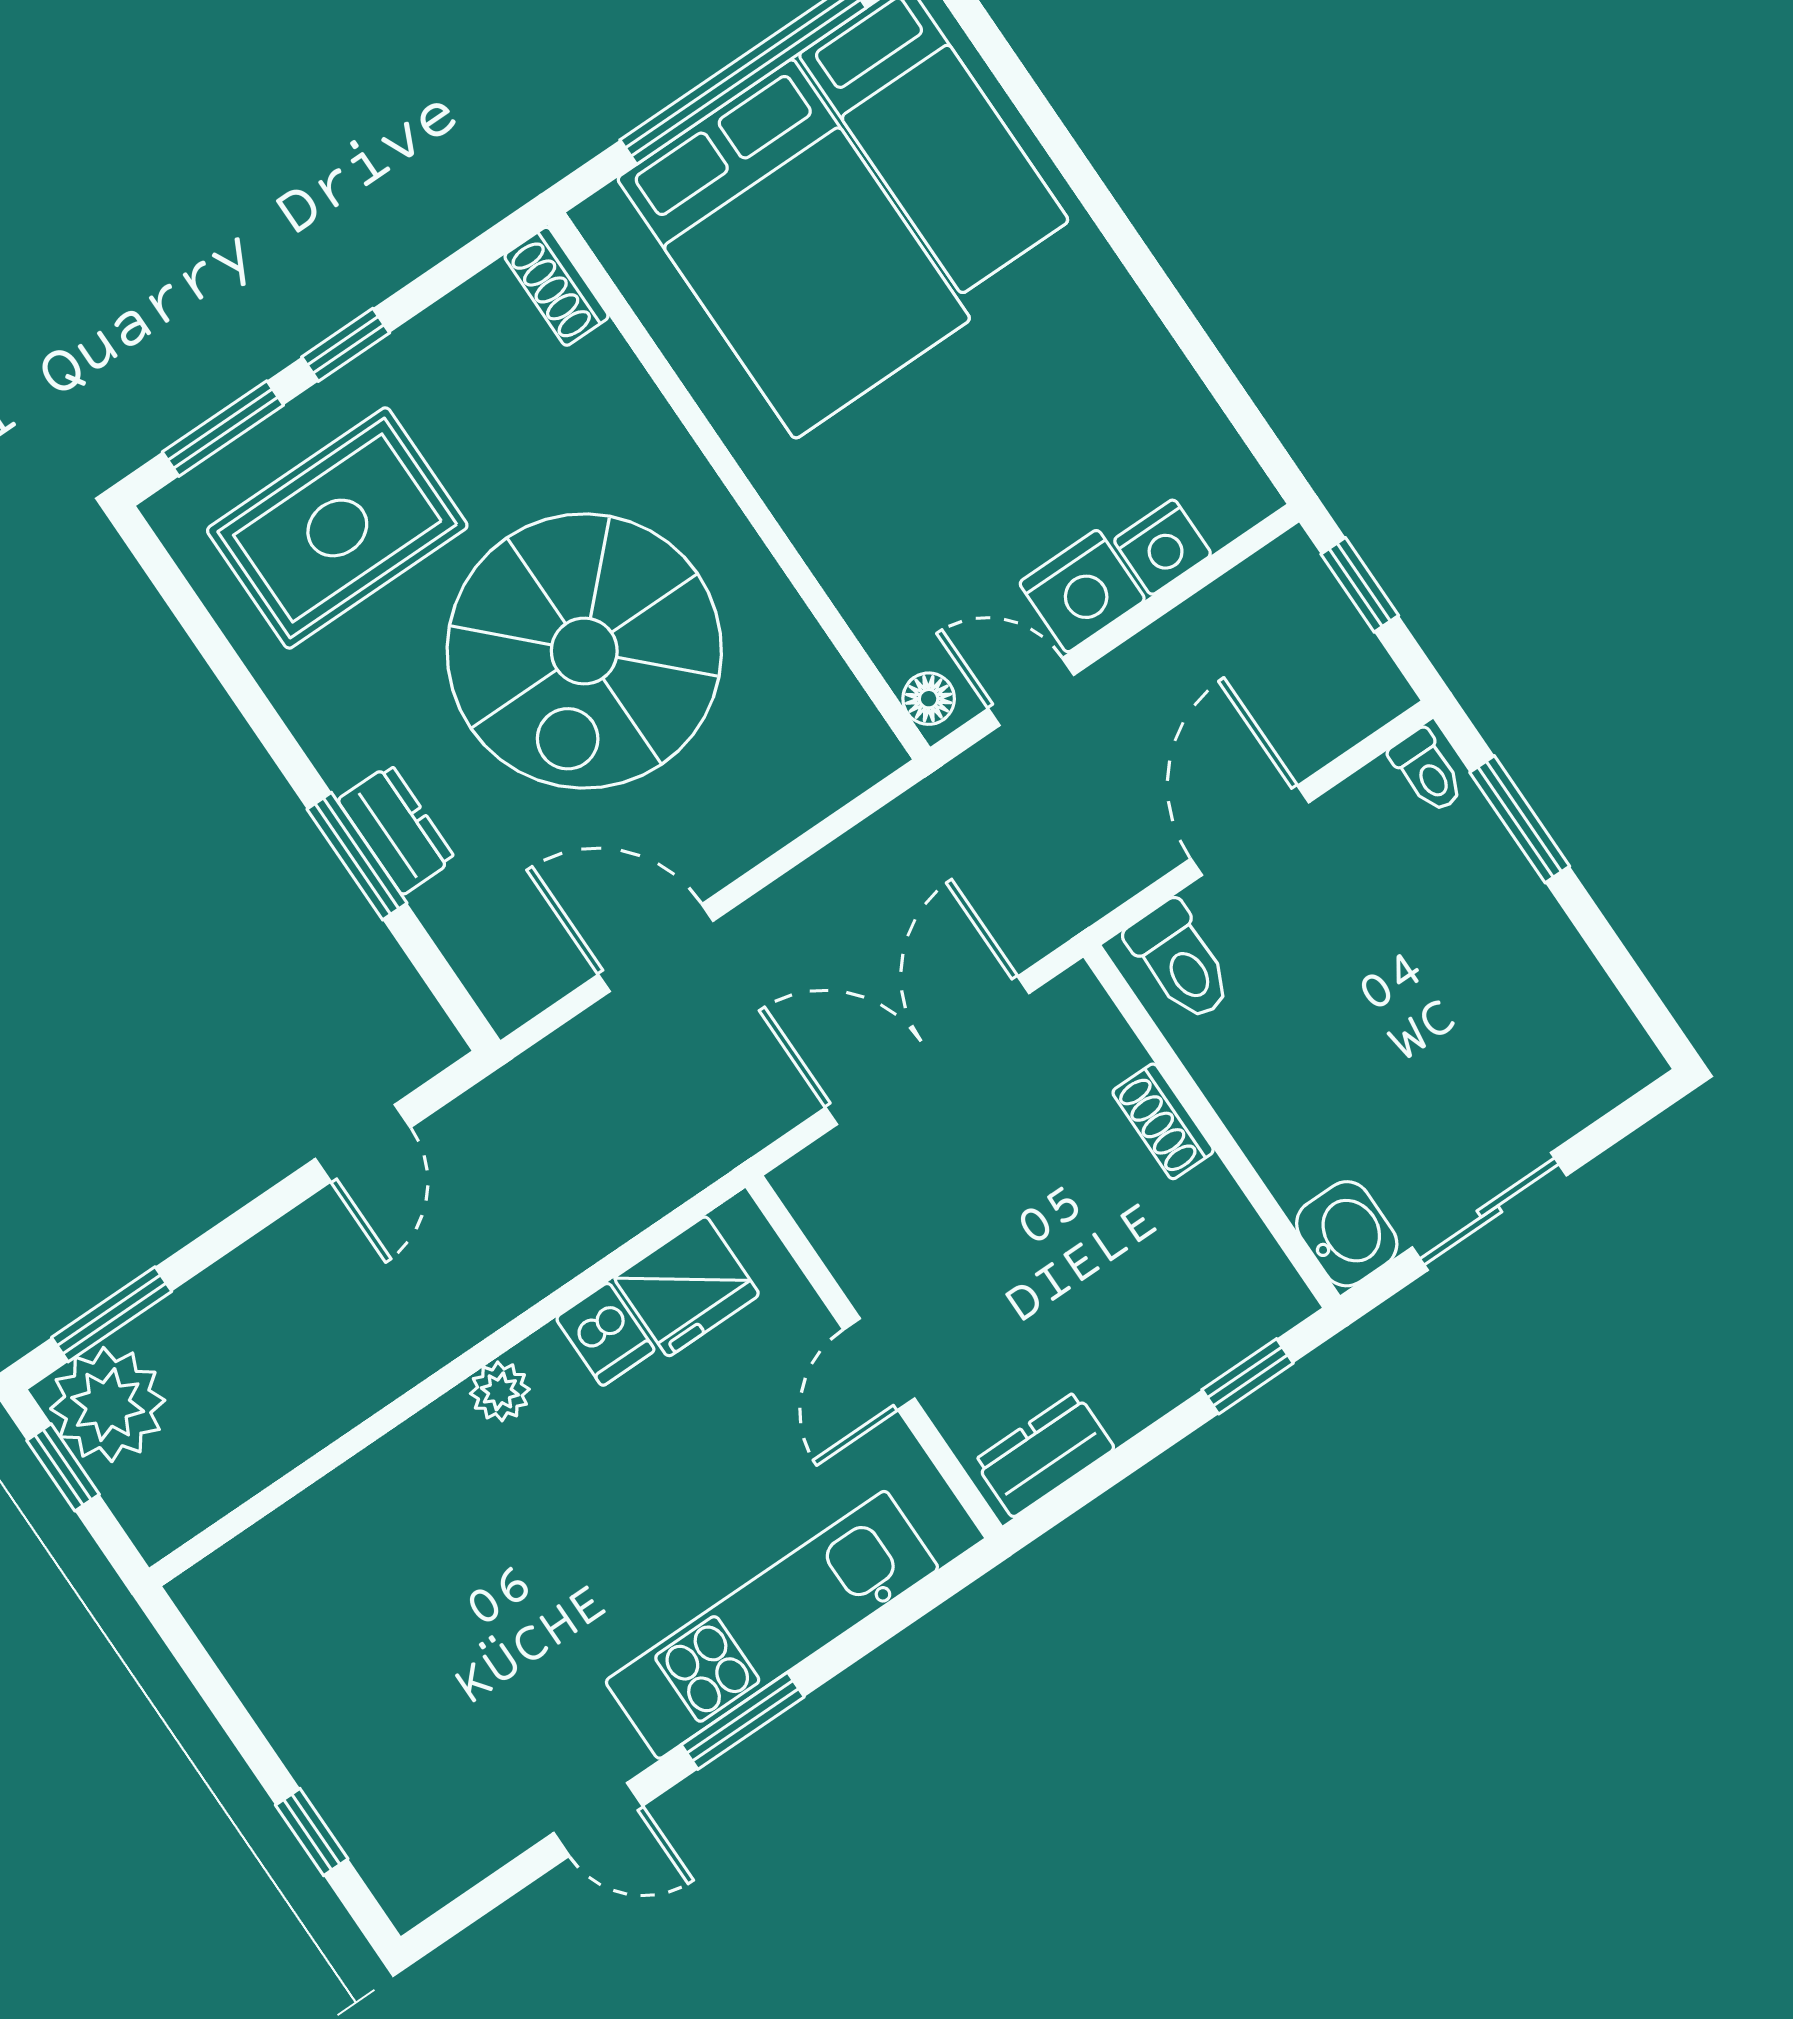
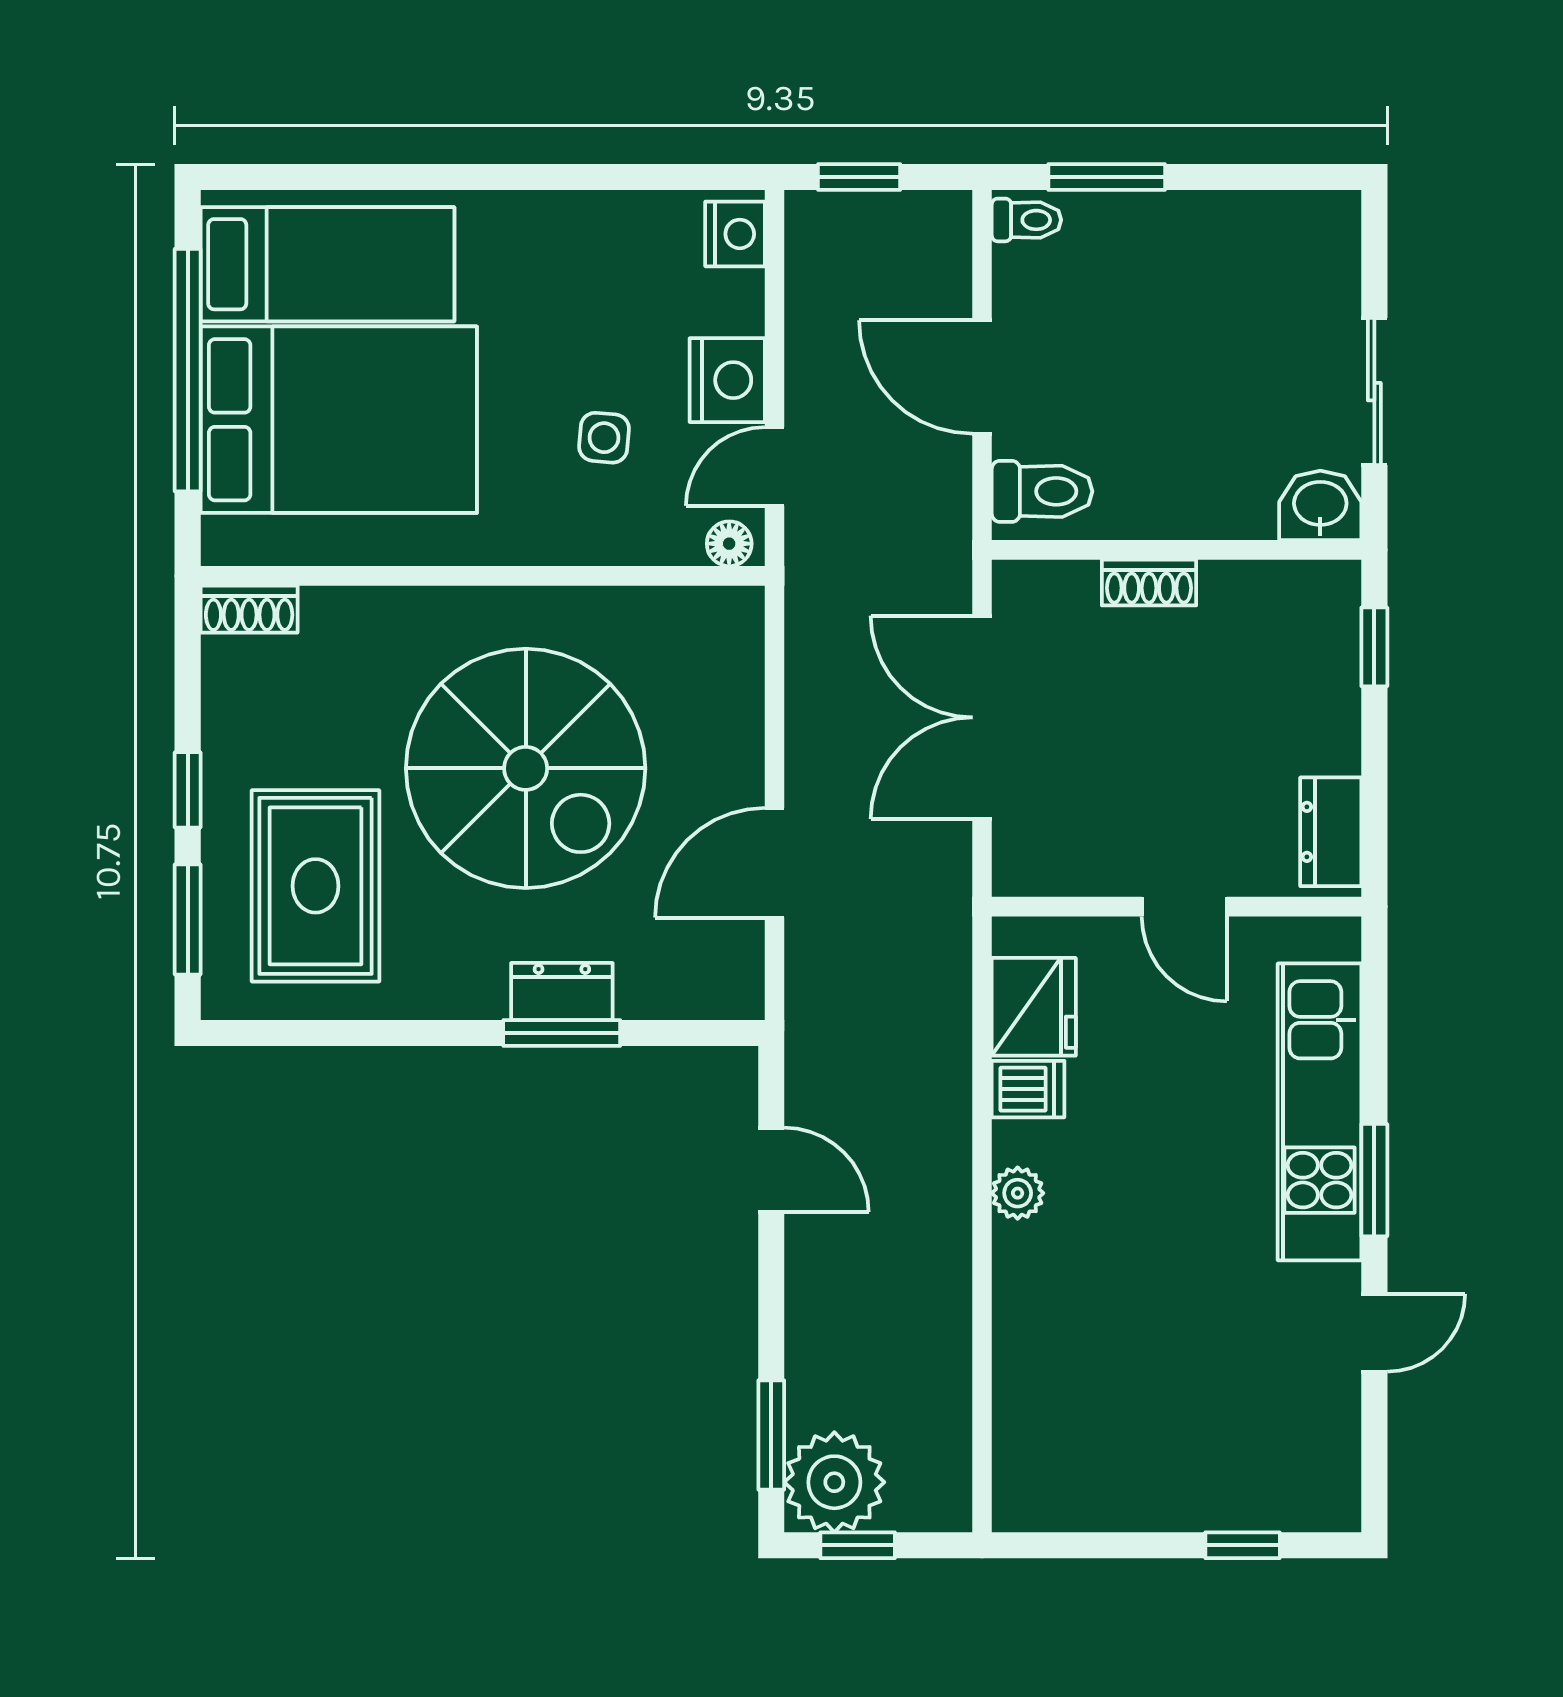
side table: (948, 512) -> (604, 438), added
nightstand: (1163, 547) -> (735, 234), moved

